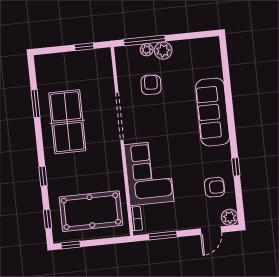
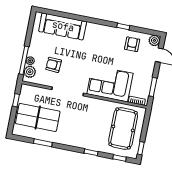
plant: (163, 51) -> (30, 72), moved
sofa: (213, 112) -> (63, 26), moved
table tennis table: (67, 122) -> (38, 117), moved

